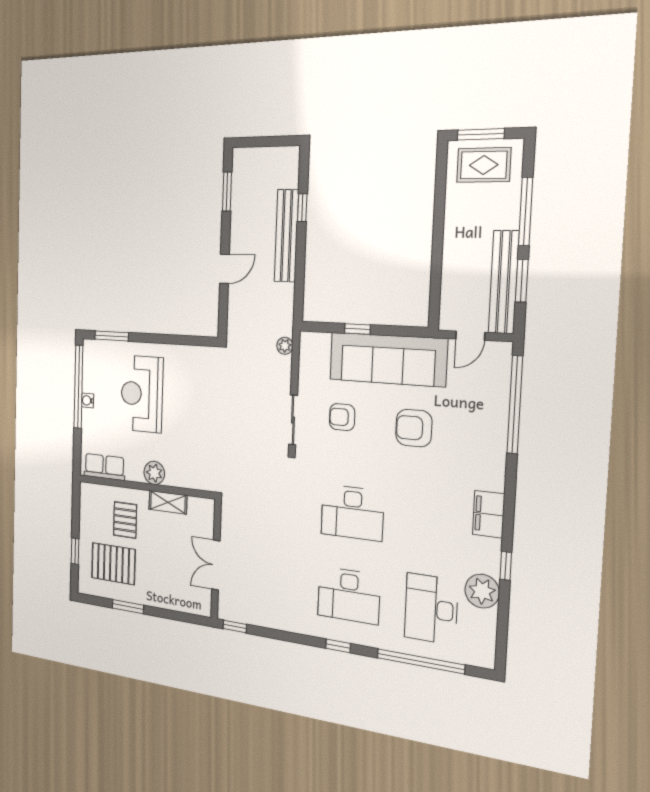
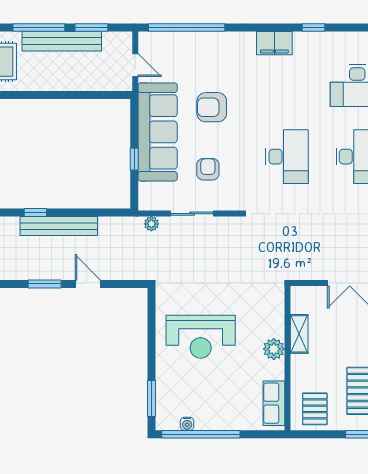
window: (227, 192) -> (45, 284), moved
bench: (504, 282) -> (62, 41), moved
reception desk: (142, 394) -> (201, 337), moved
water cooler: (87, 400) -> (187, 424), moved
armchair: (342, 417) -> (208, 169), turned 180
sliding door: (293, 420) -> (192, 214), moved
armchair: (414, 428) -> (212, 107), turned 90
pallet: (125, 520) -> (315, 409), moved, turned 90
plant: (482, 591) -> (336, 45), removed

